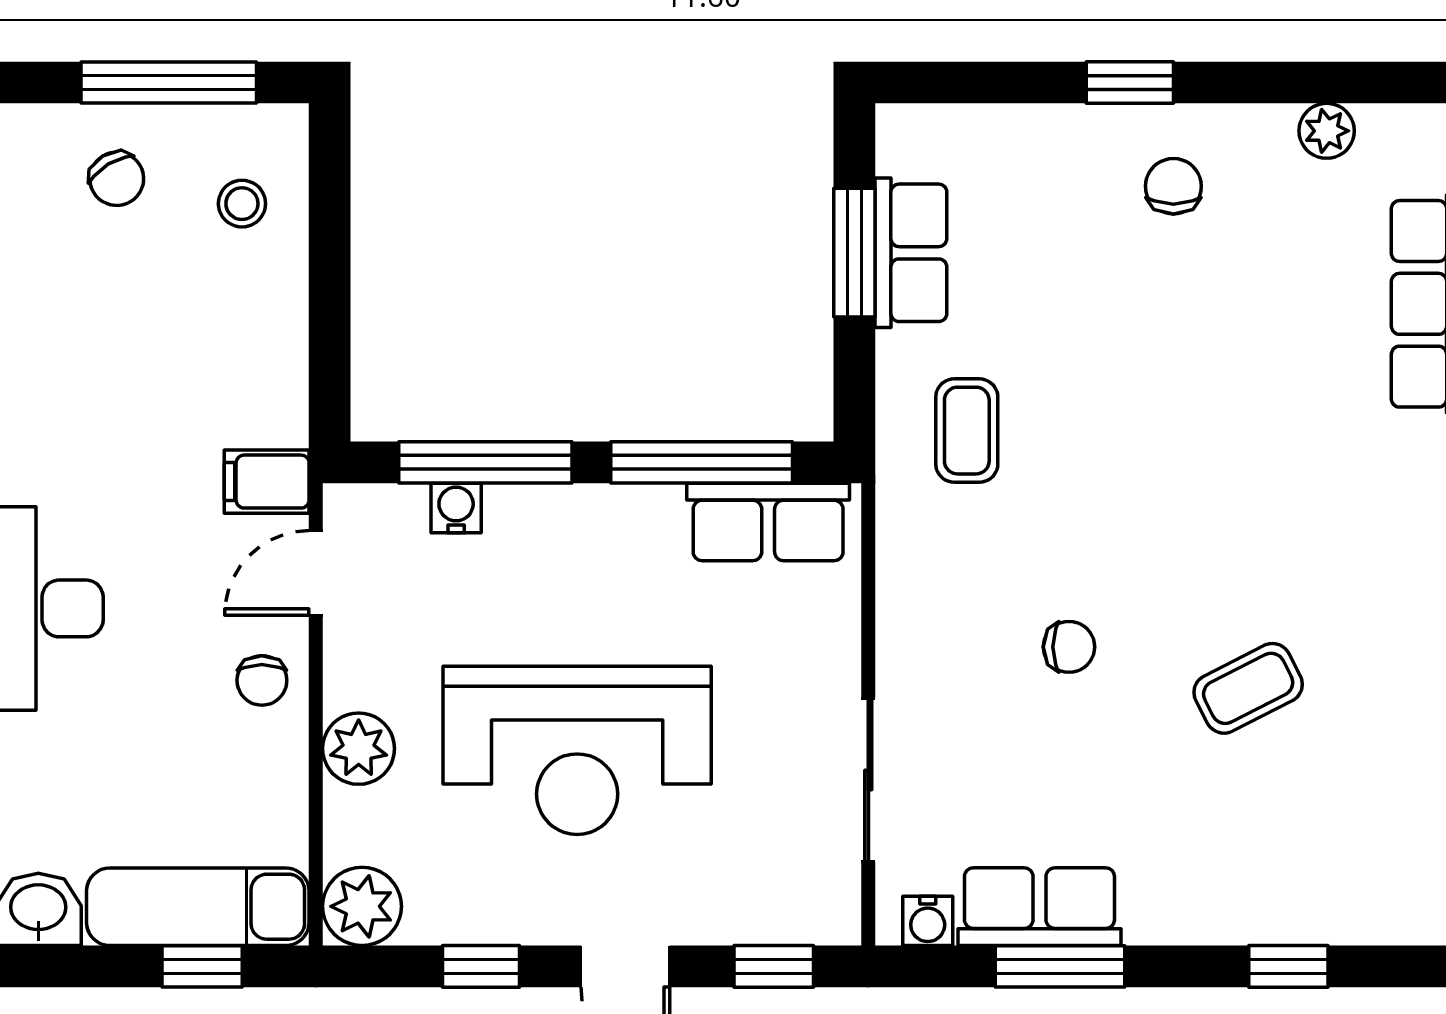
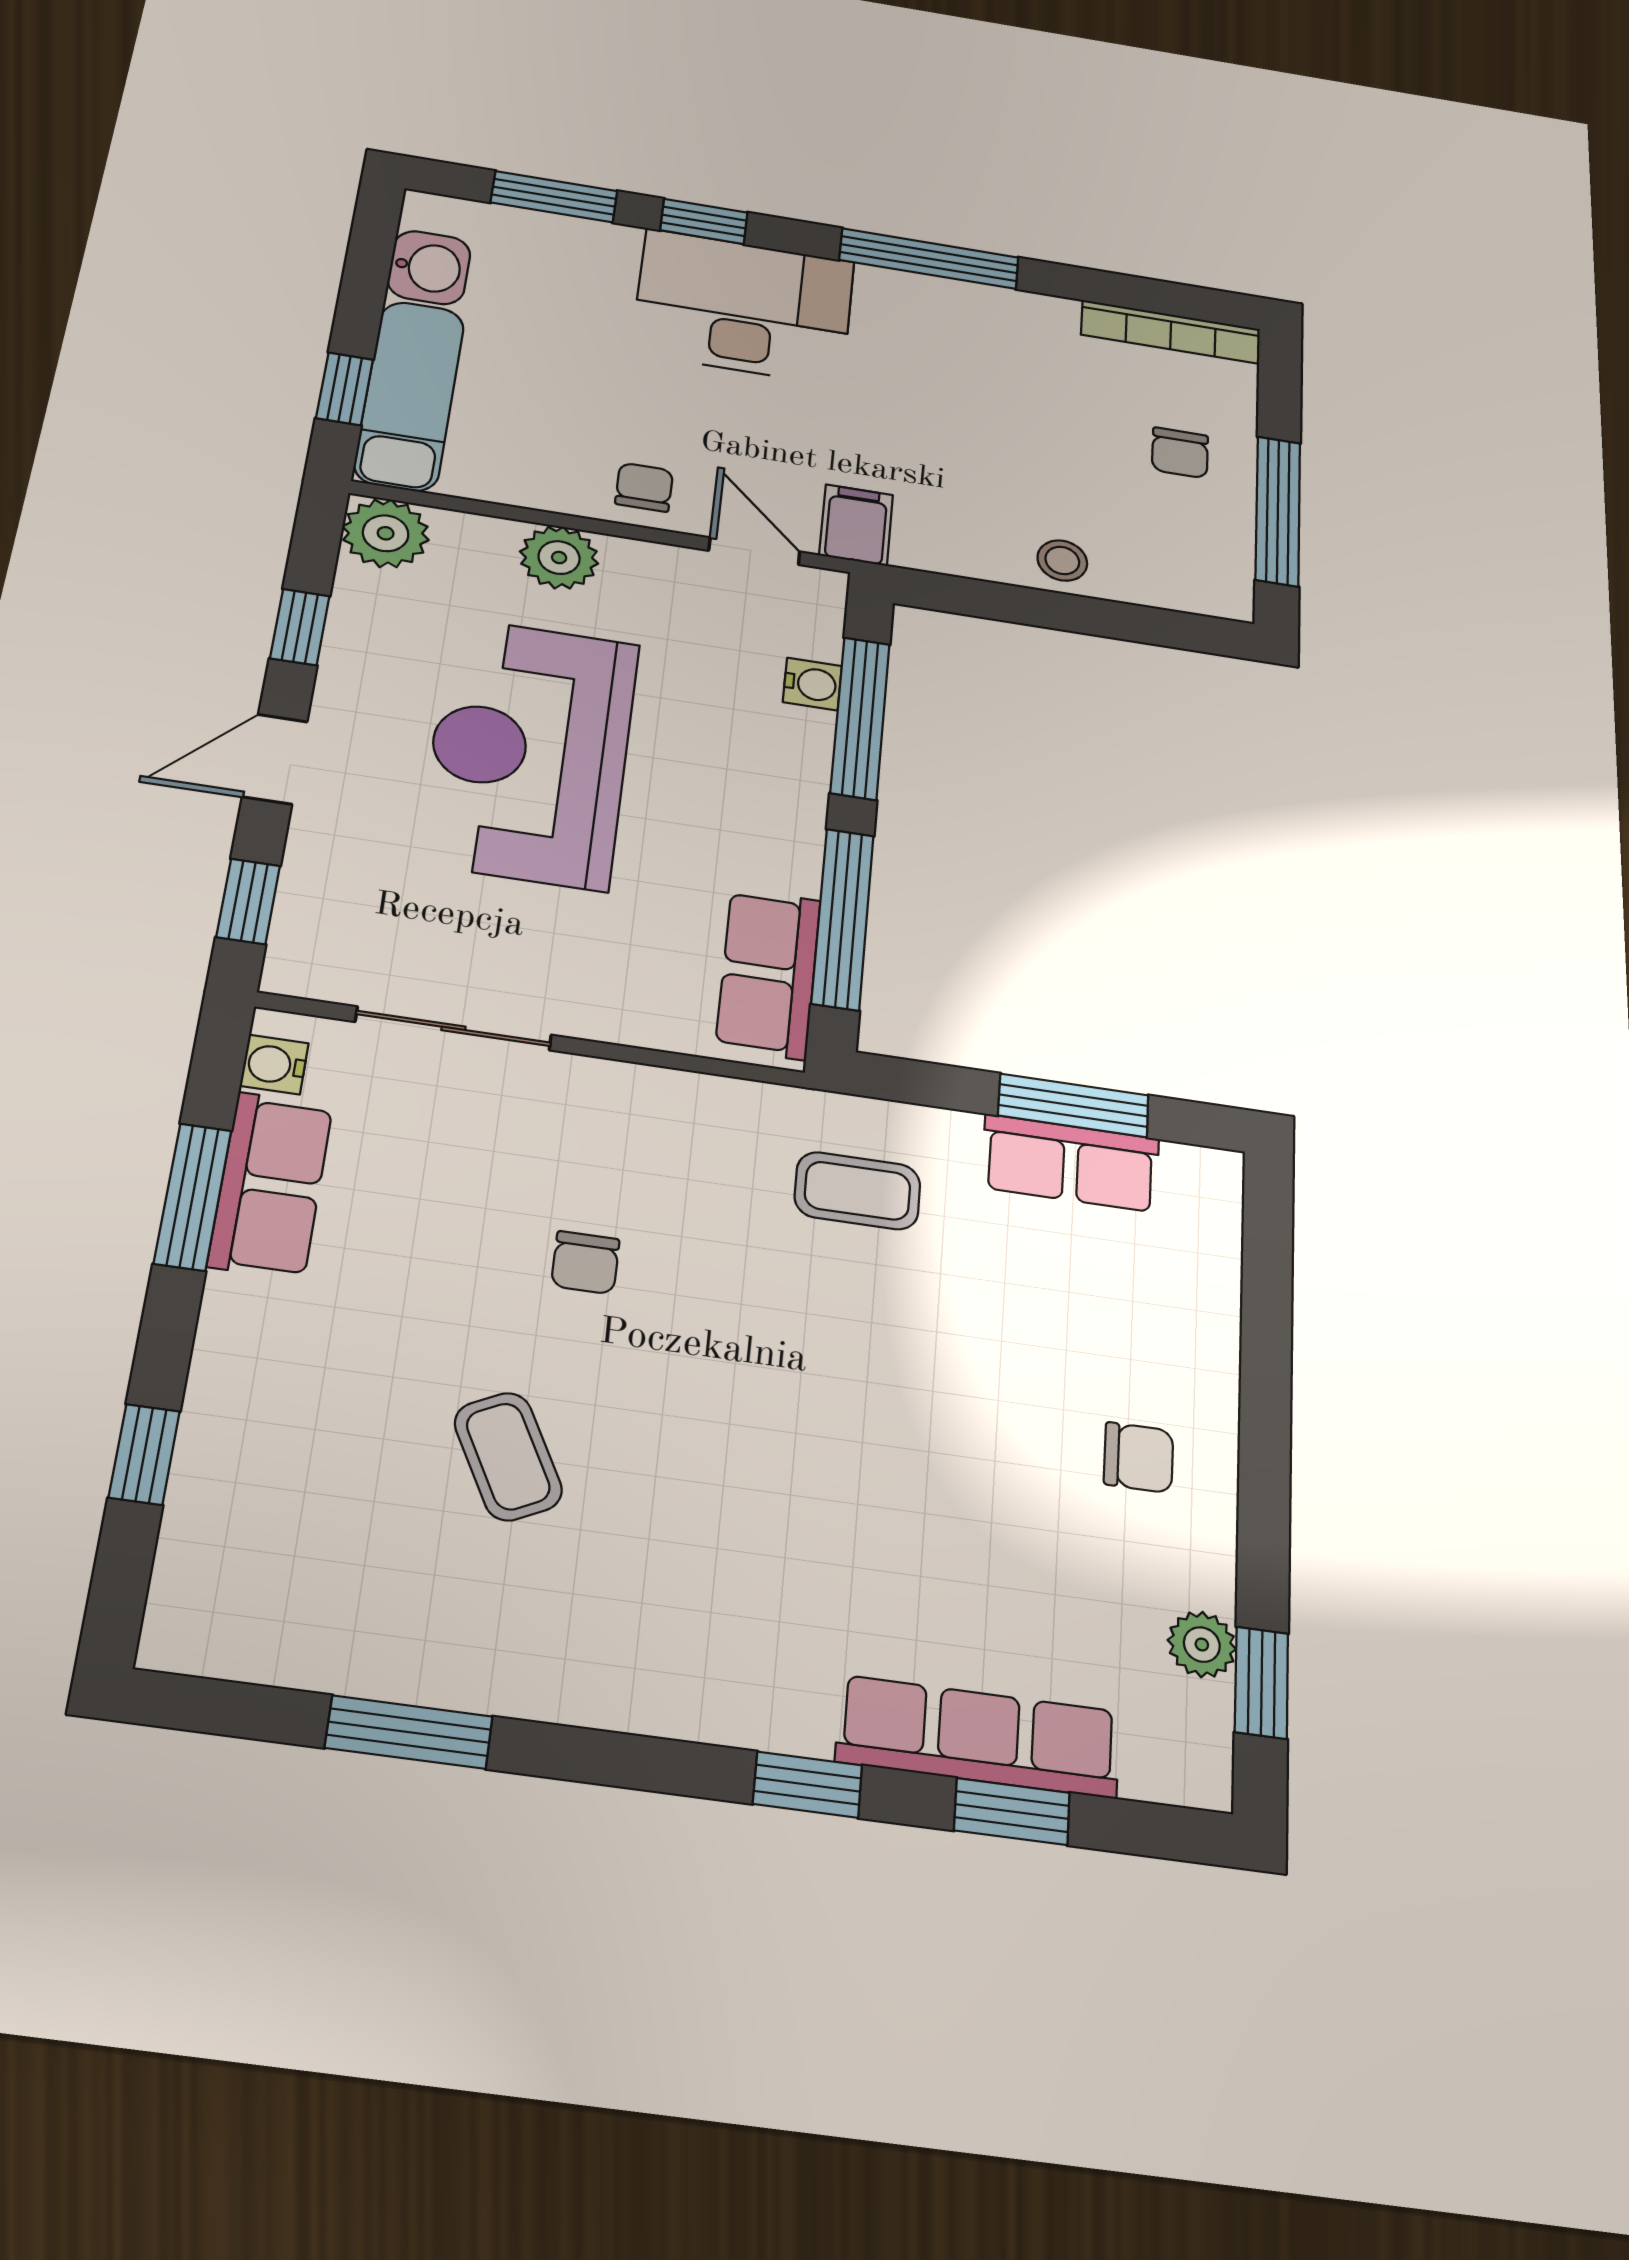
window: (1130, 83) -> (1262, 1683), moved
chair: (117, 179) -> (1180, 453), turned -59
stool: (242, 204) -> (1062, 561), moved
chair: (262, 680) -> (644, 487), turned 90

